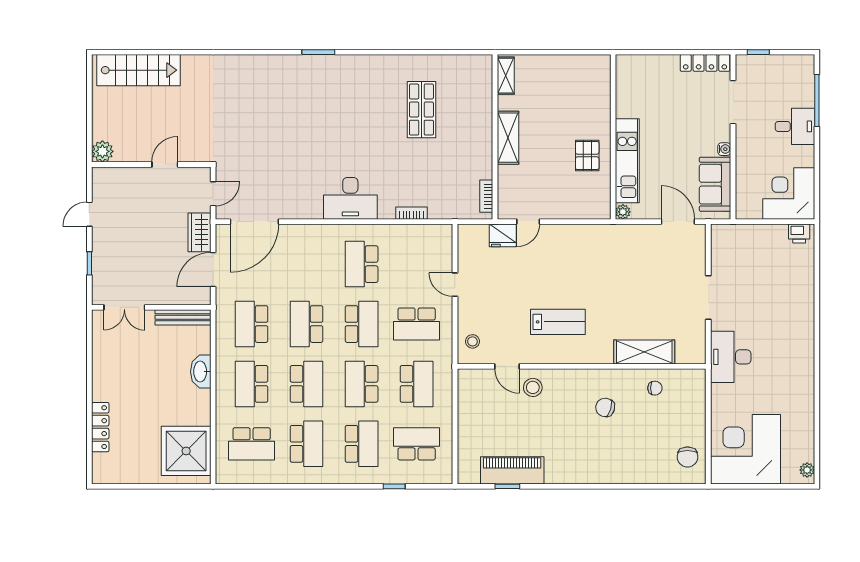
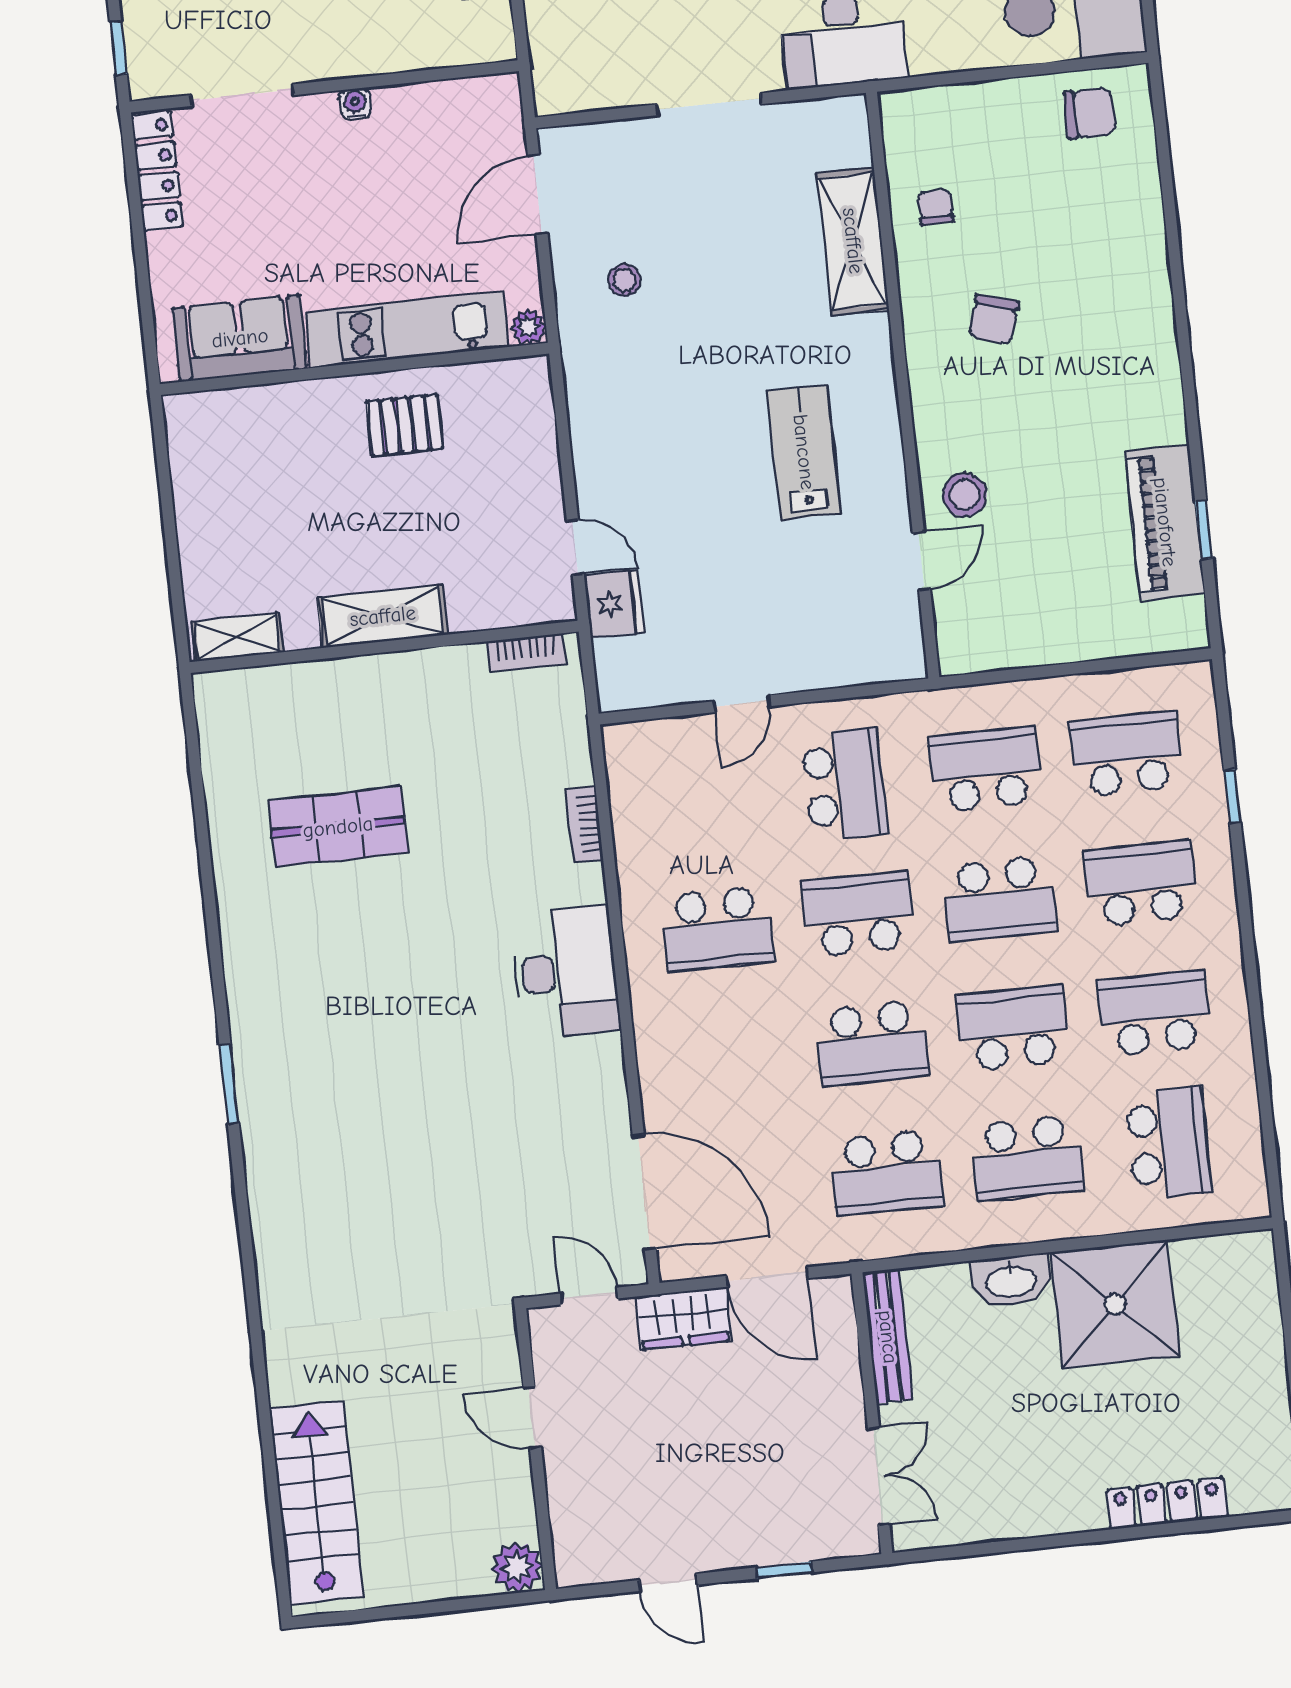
sofa: (715, 184) -> (240, 338), moved, turned 180
stool: (472, 341) -> (624, 280), moved
school desk: (417, 444) -> (1127, 754), turned 90
shower: (186, 451) -> (1115, 1304), moved

